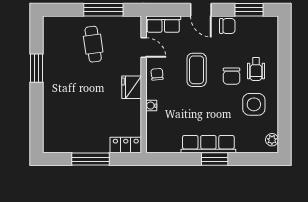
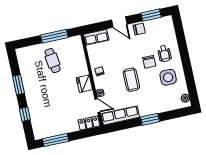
door: (144, 48) -> (98, 106), moved
coffee table: (197, 70) -> (131, 80), moved
window: (37, 113) -> (25, 114), added
row of seats: (208, 144) -> (120, 115), moved
window: (91, 159) -> (56, 140), moved

